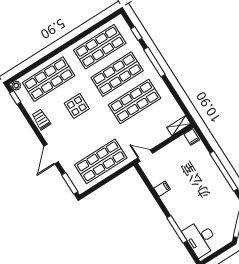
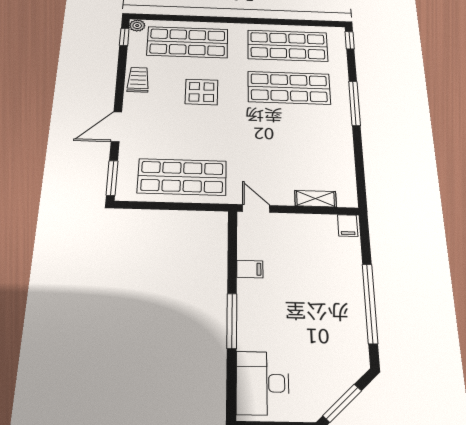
window: (136, 33) -> (350, 40), moved
shop shelf: (134, 101) -> (290, 133), removed
shelving: (179, 126) -> (316, 199), moved
window: (177, 229) -> (232, 321), moved

